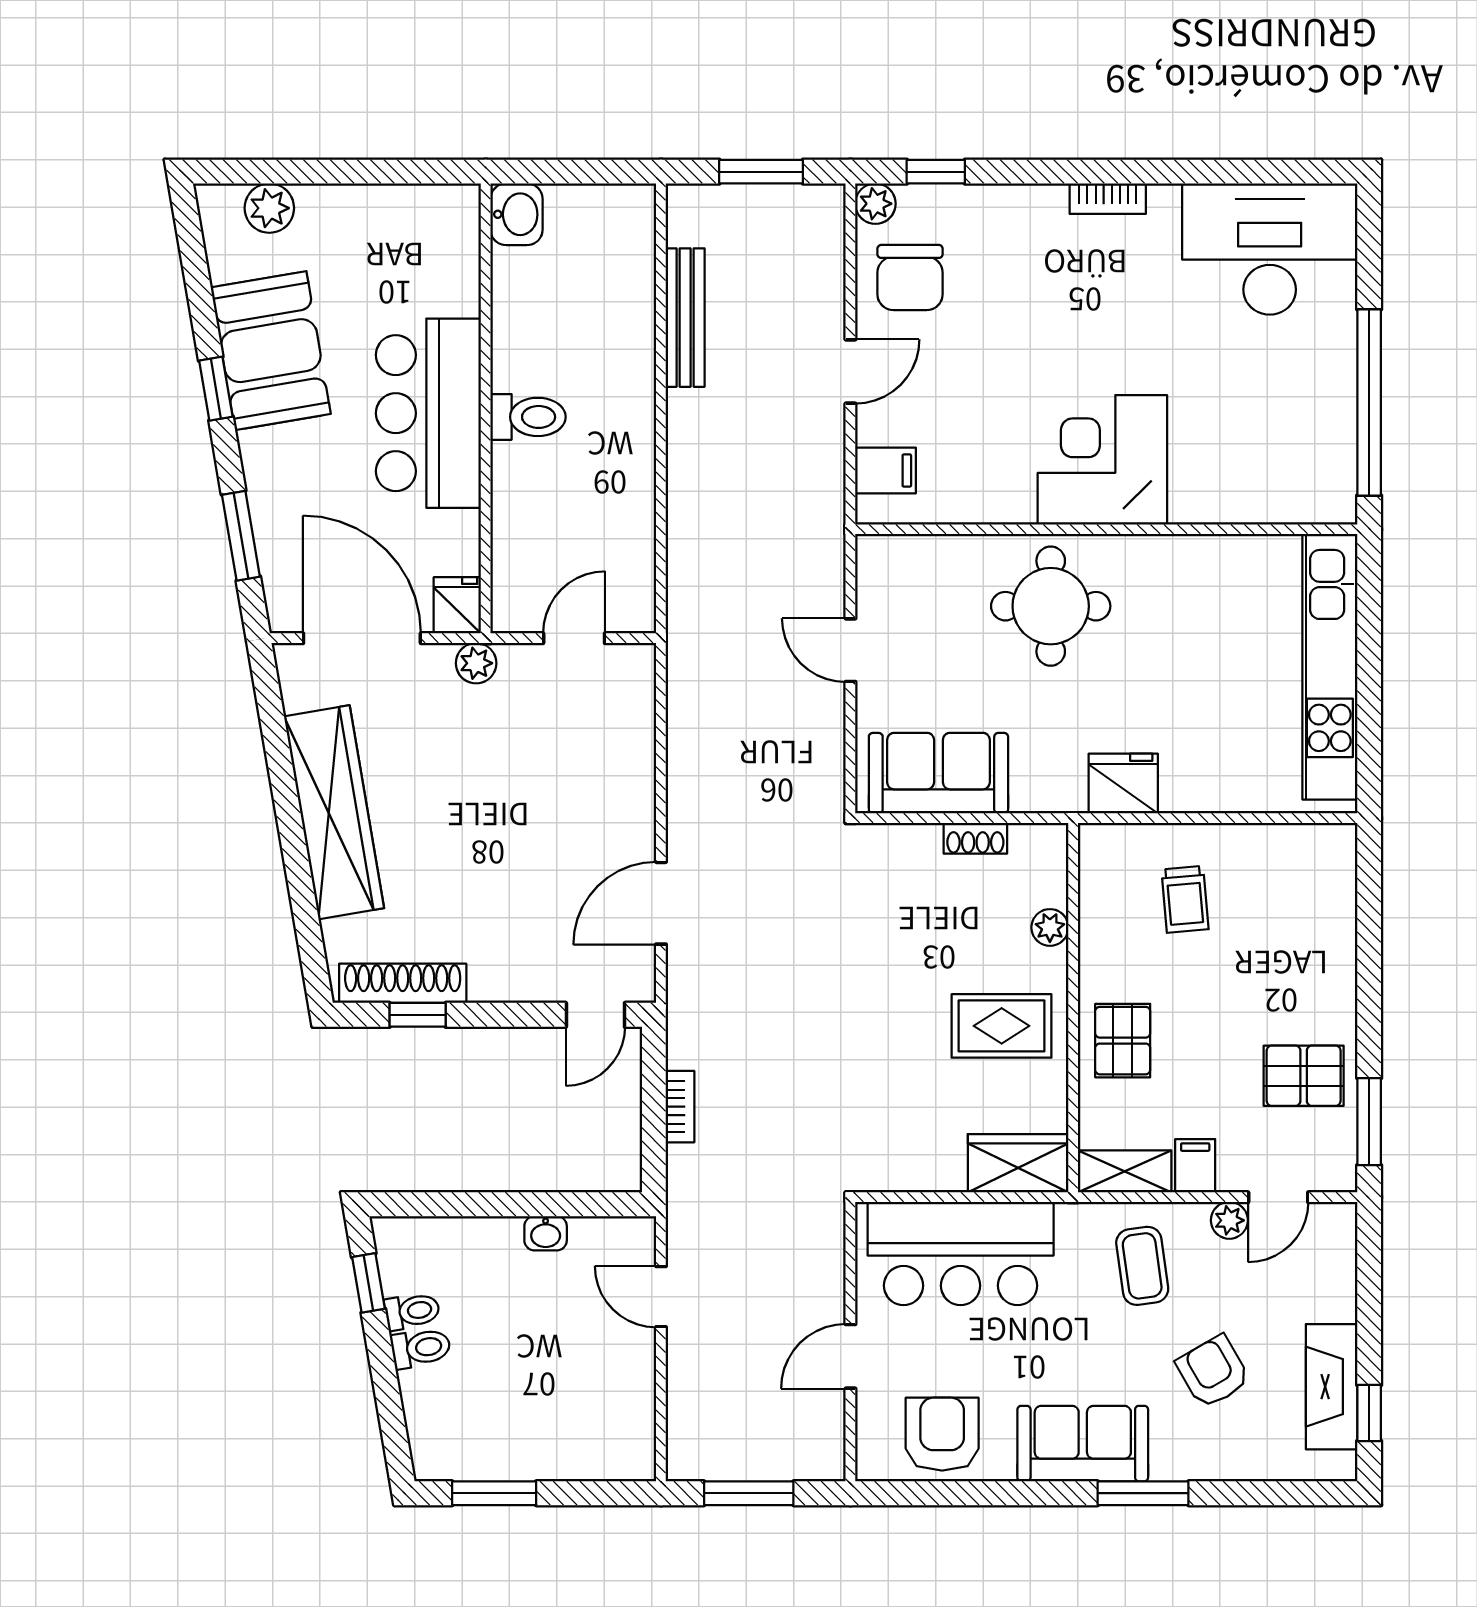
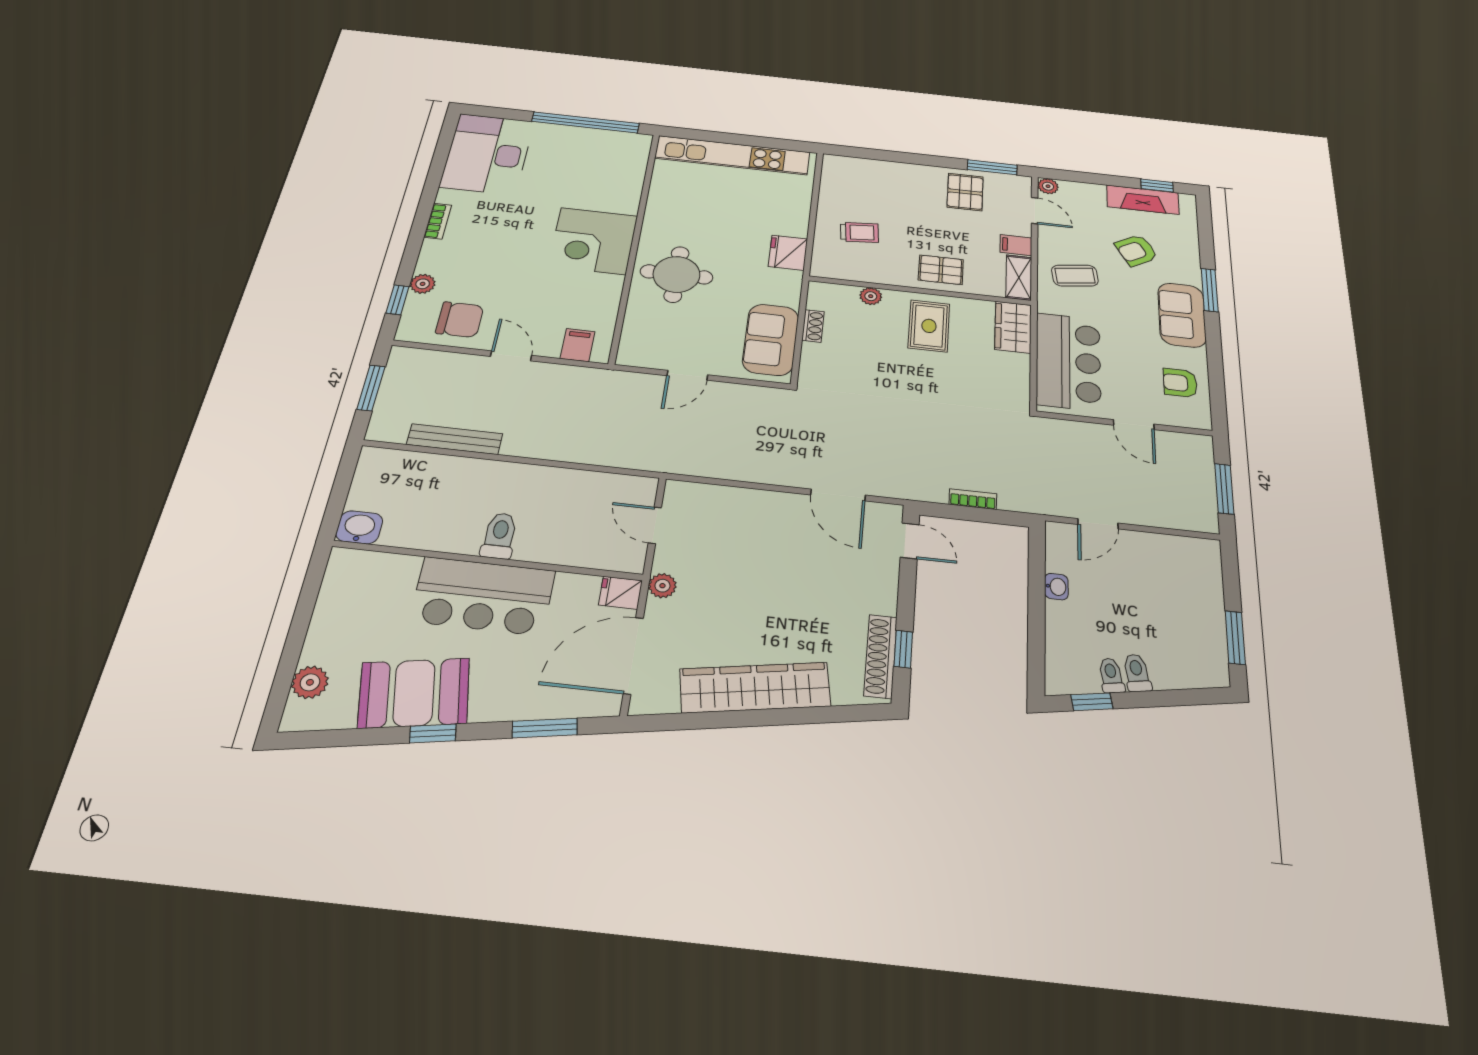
plant: (875, 204) -> (423, 284), moved
plant: (1229, 1220) -> (1048, 186), moved
armchair: (942, 1434) -> (1180, 383), width x0.72, depth x0.72

